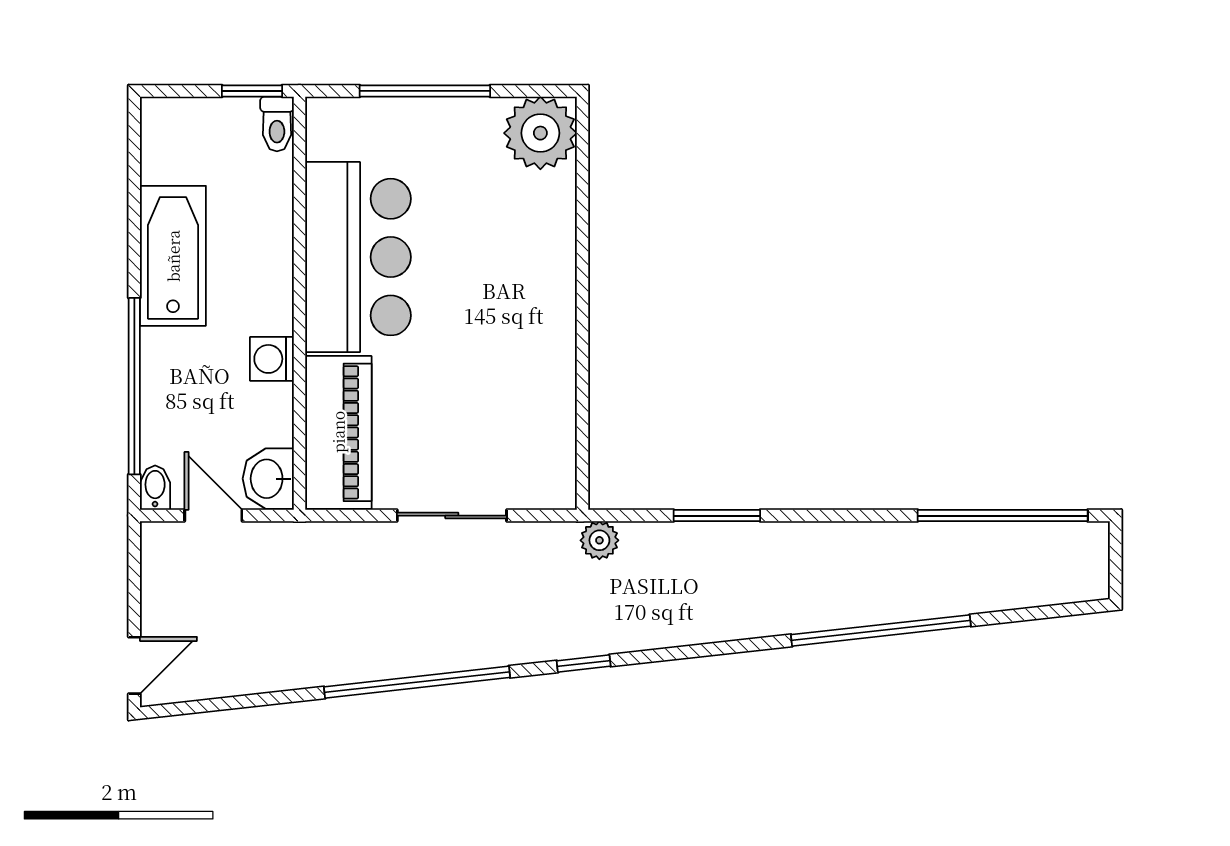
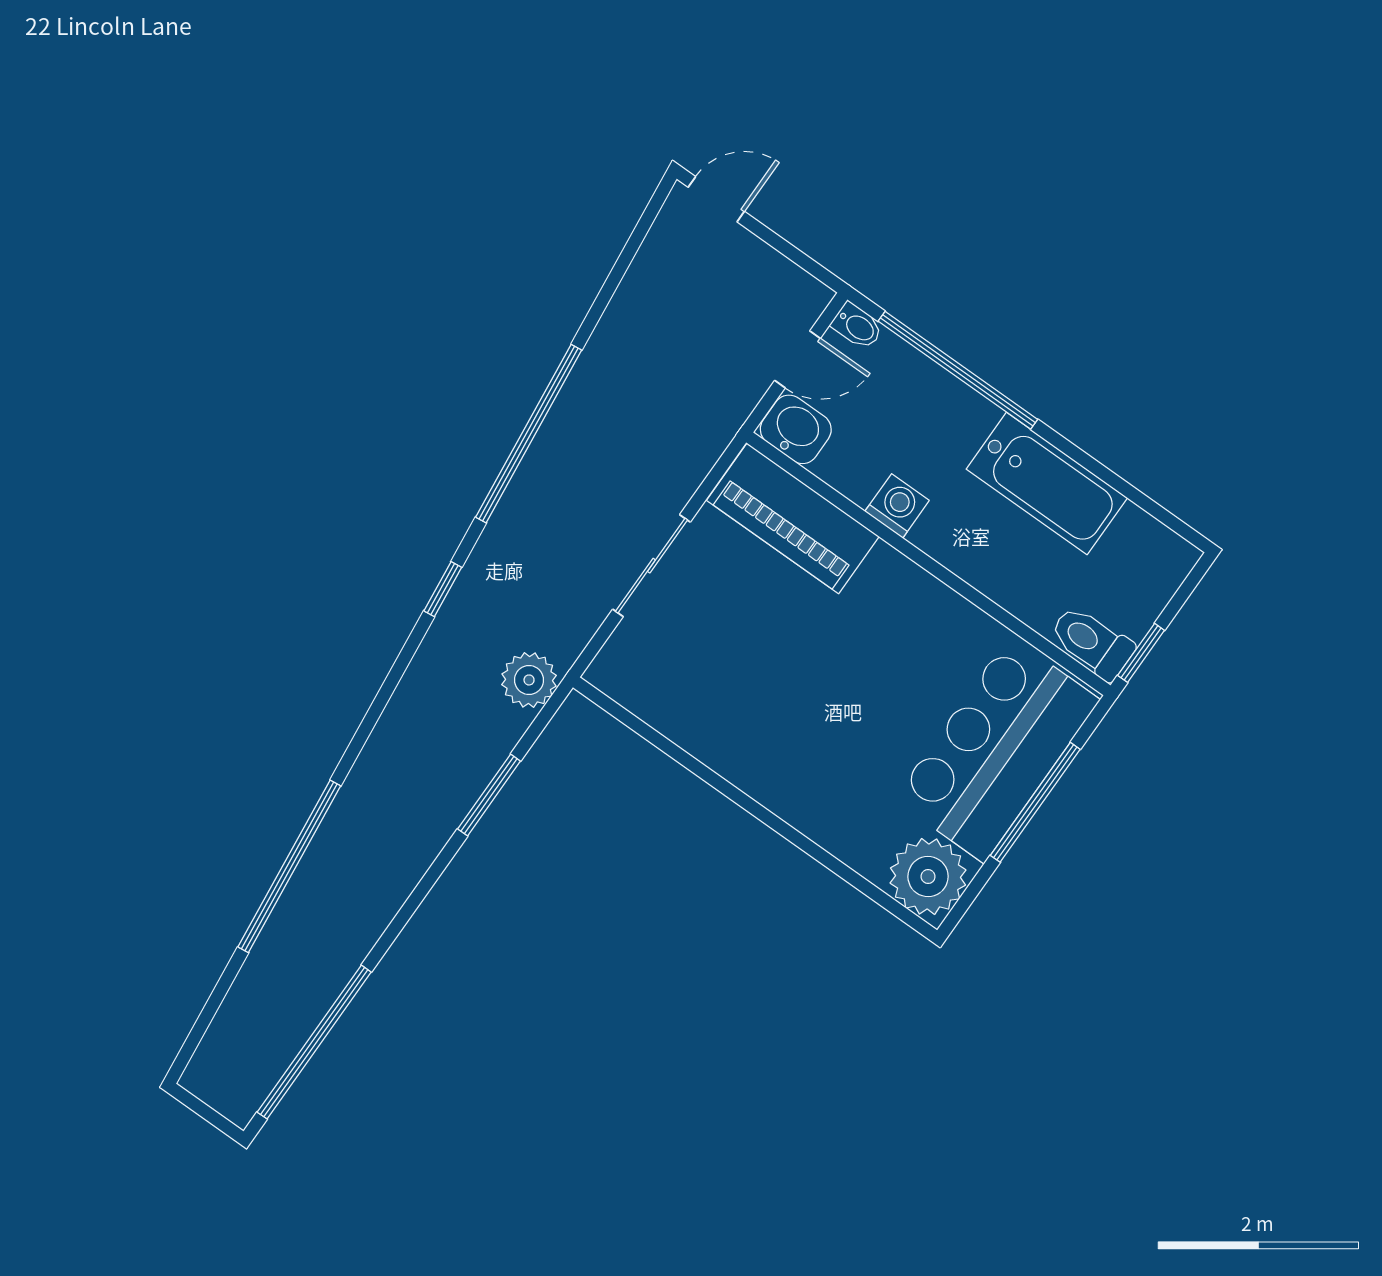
toilet: (277, 124) -> (1092, 642), width x1.37, depth x1.39
bar counter: (358, 257) -> (997, 749), moved, turned 90
plant: (599, 540) -> (529, 680), width x1.38, depth x1.38
door: (134, 665) -> (716, 199), swing flipped

